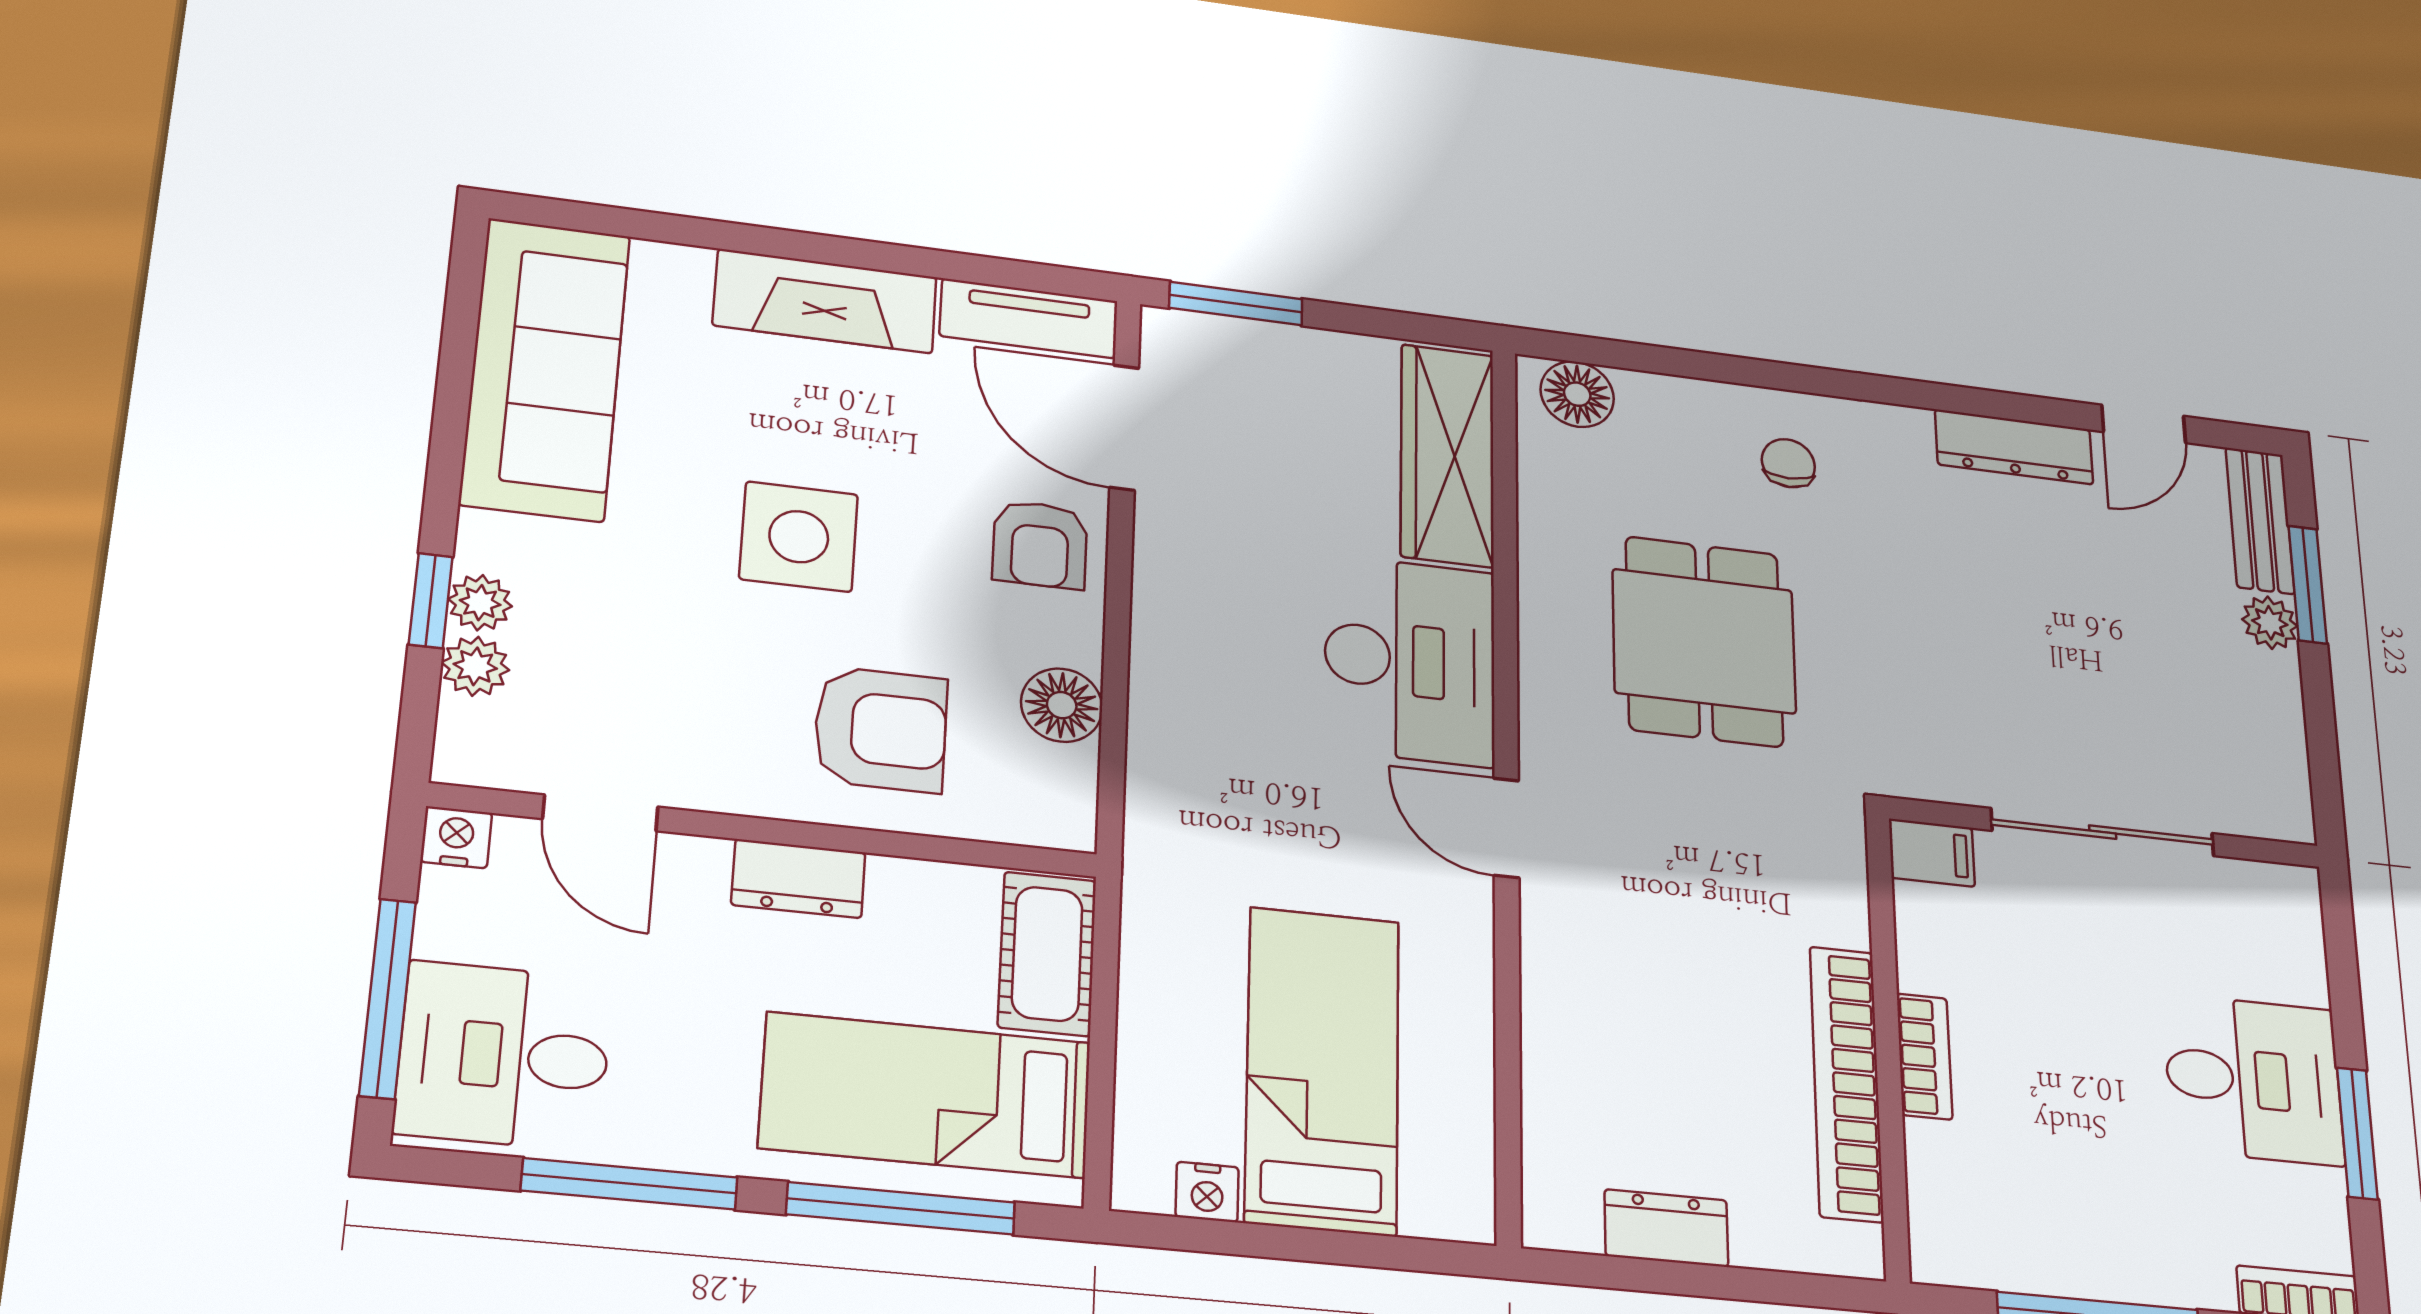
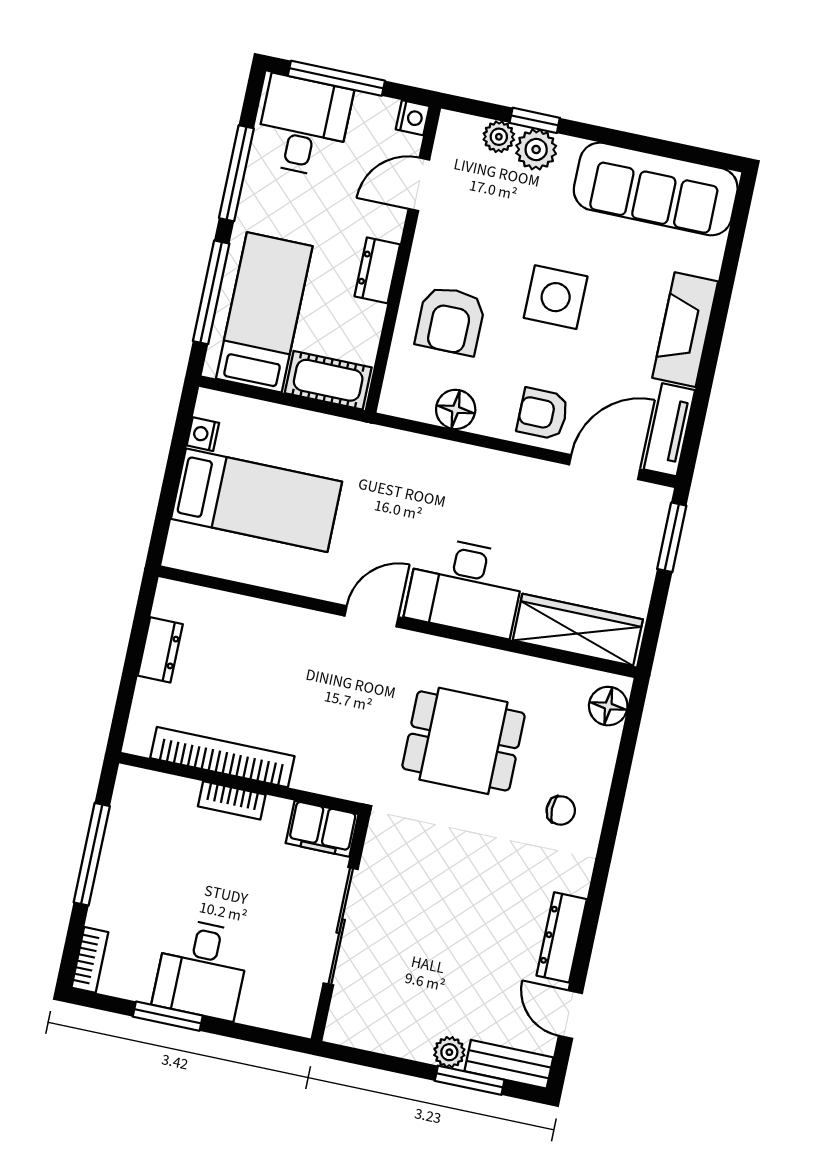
plant: (480, 603) -> (536, 150), width x1.38, depth x1.38
filing cabinet: (1932, 853) -> (322, 829), width x2.00

